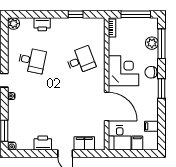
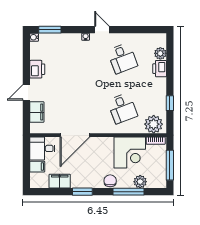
plant: (14, 24) -> (160, 53), moved
plant: (96, 30) -> (154, 124), added
window: (162, 44) -> (129, 192), moved
desk: (32, 60) -> (122, 58), turned -33
corner desk: (124, 71) -> (130, 152), moved
window: (162, 88) -> (82, 192), moved
filing cabinet: (151, 126) -> (60, 181), width x2.00

